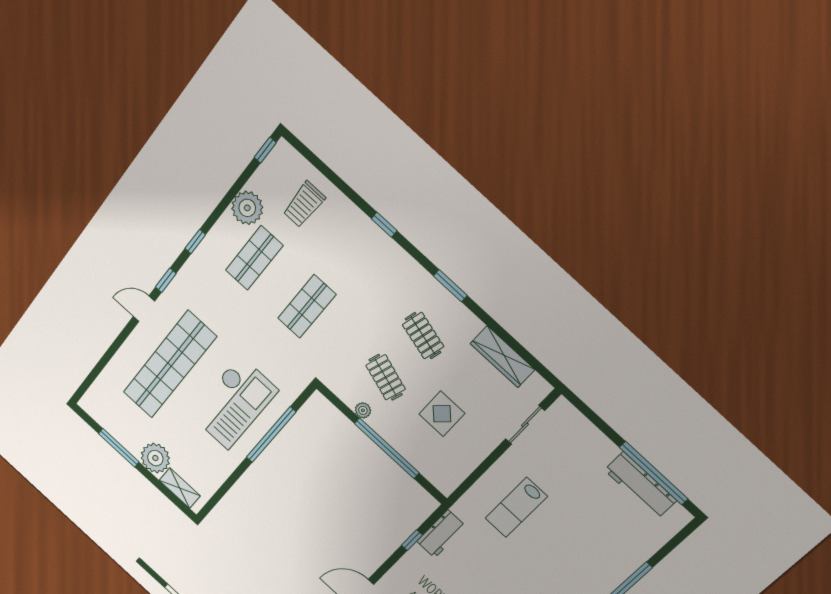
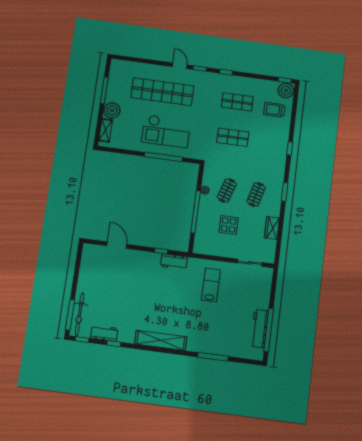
plant: (247, 208) -> (286, 90), moved
wardrobe: (503, 357) -> (272, 228), width x0.67
lab bench: (516, 507) -> (211, 285), turned 90

